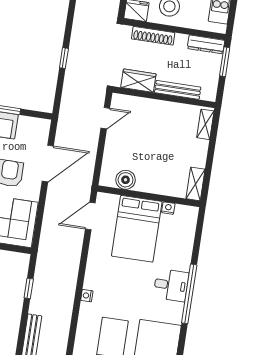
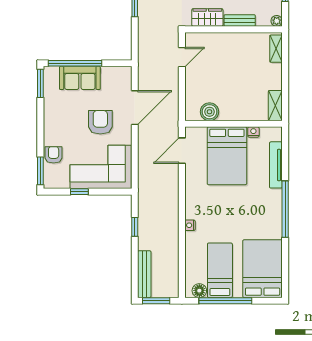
bench: (178, 90) -> (240, 20), width x0.73
plant: (210, 95) -> (277, 21), added
tv unit: (187, 246) -> (276, 165), added
desk: (171, 285) -> (267, 204), removed

